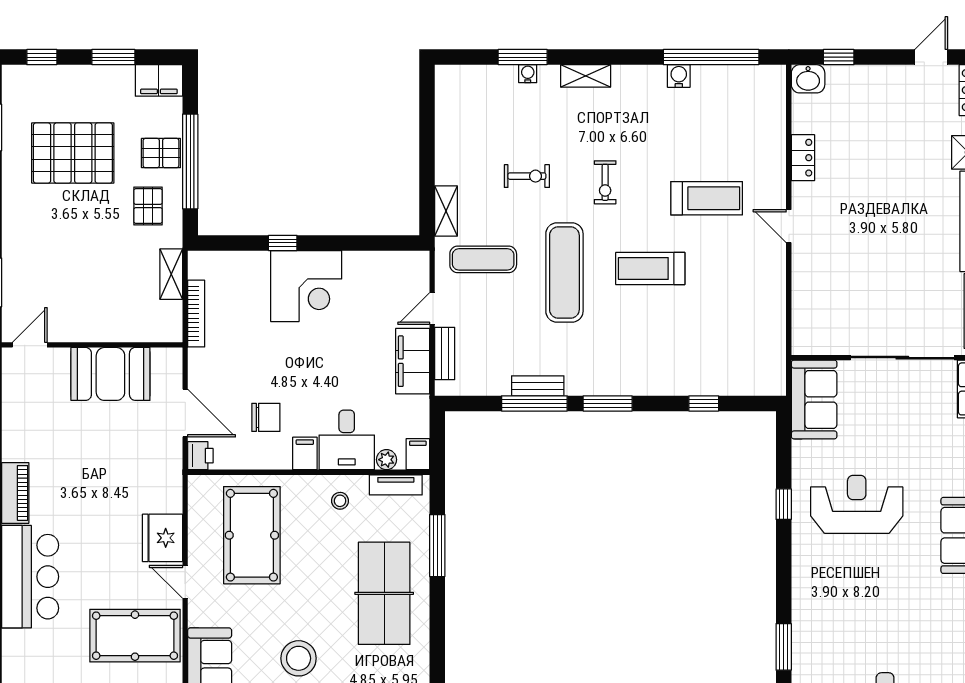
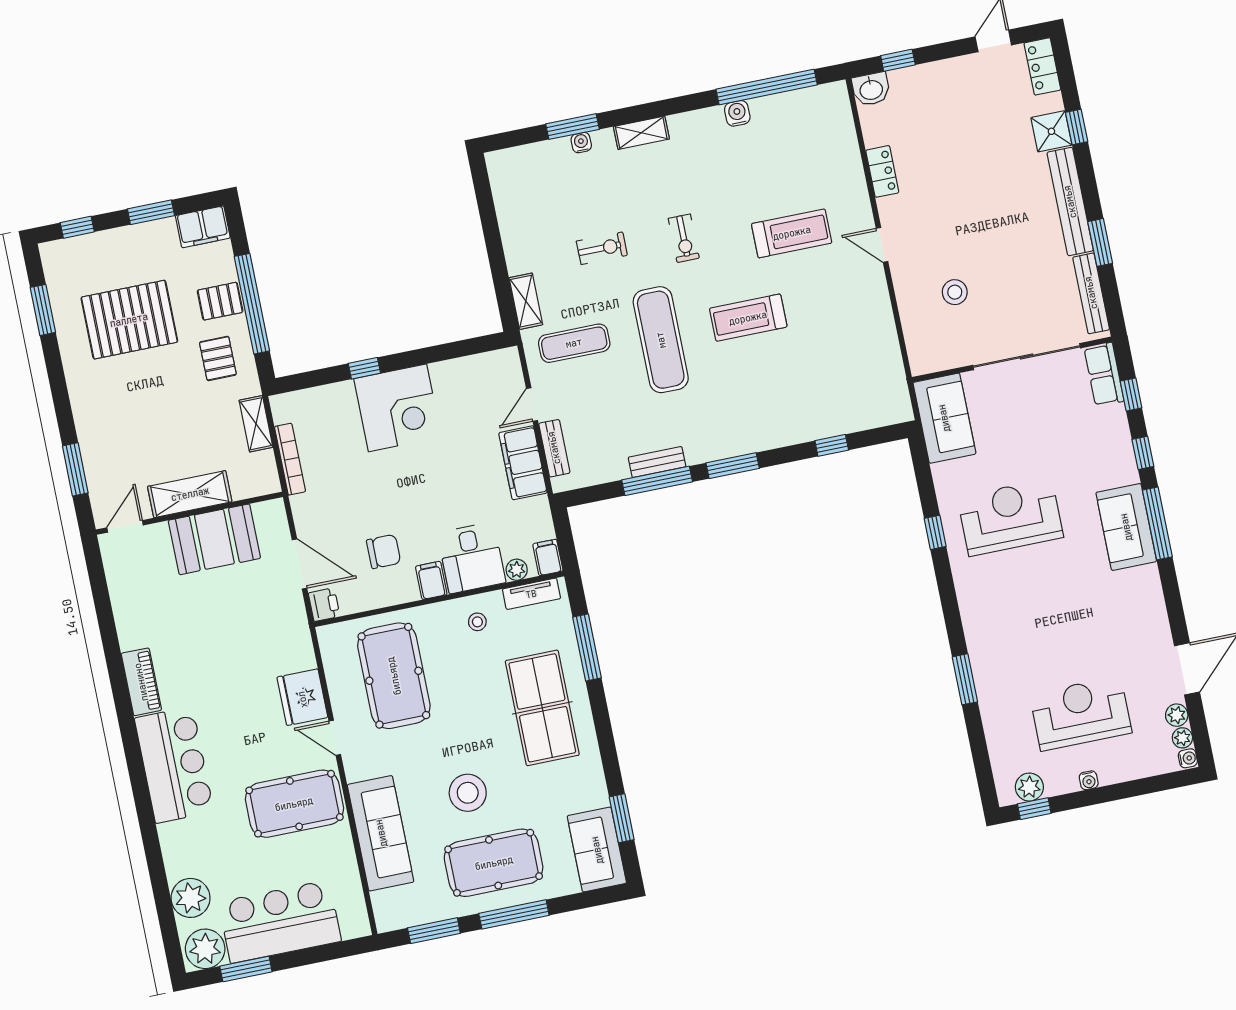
stool: (848, 284) -> (955, 292), added
shelving: (96, 327) -> (190, 494), added

